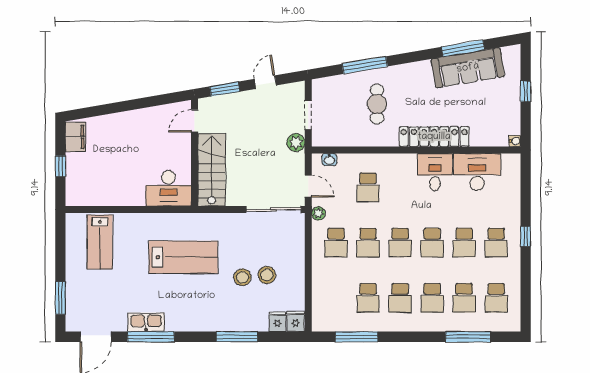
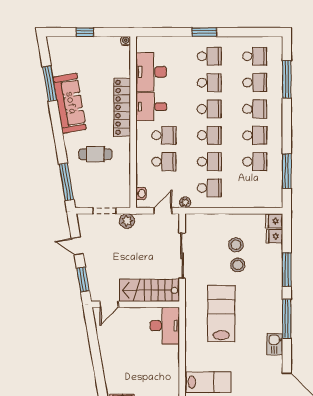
window: (365, 65) -> (66, 182), moved
sofa: (468, 68) -> (70, 103), moved
door: (195, 121) -> (109, 304), hinge flipped
school desk: (400, 187) -> (164, 135), added
sliding door: (274, 209) -> (182, 256), moved
window: (526, 236) -> (204, 32), width x1.50
kitchen sink: (146, 322) -> (275, 344), width x0.73
window: (151, 337) -> (287, 319), moved

